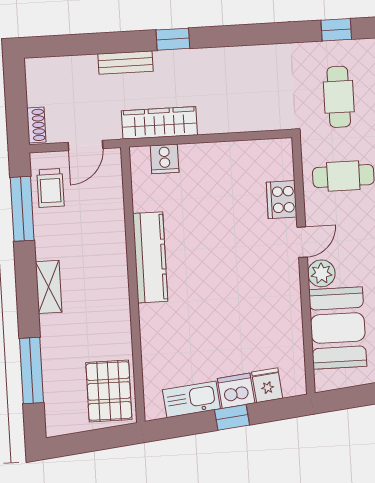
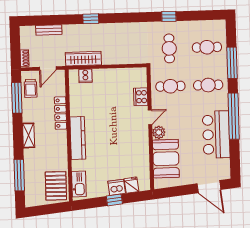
bench: (125, 63) -> (49, 30), moved
locker: (115, 238) -> (61, 113), added
kitchen counter: (150, 257) -> (78, 138), moved
kitchen sink: (191, 399) -> (79, 184), moved, turned 96

